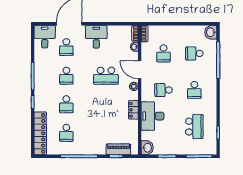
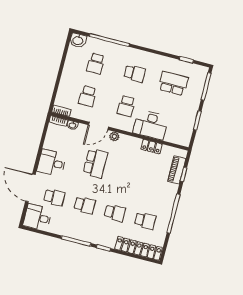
school desk: (164, 53) -> (87, 96), turned 90
locker: (133, 110) -> (151, 147), moved
washbasin: (147, 148) -> (183, 139), removed

